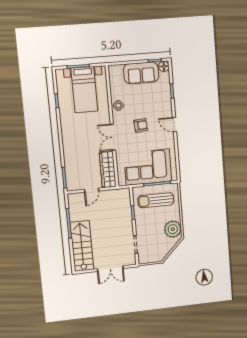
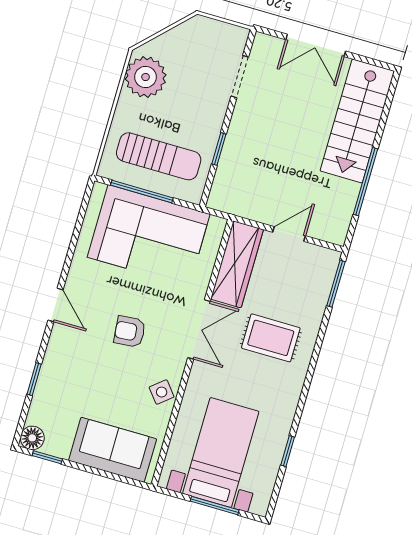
sofa: (141, 73) -> (113, 450), moved
rug: (82, 145) -> (271, 338), added
double door: (110, 269) -> (316, 45), swing flipped

